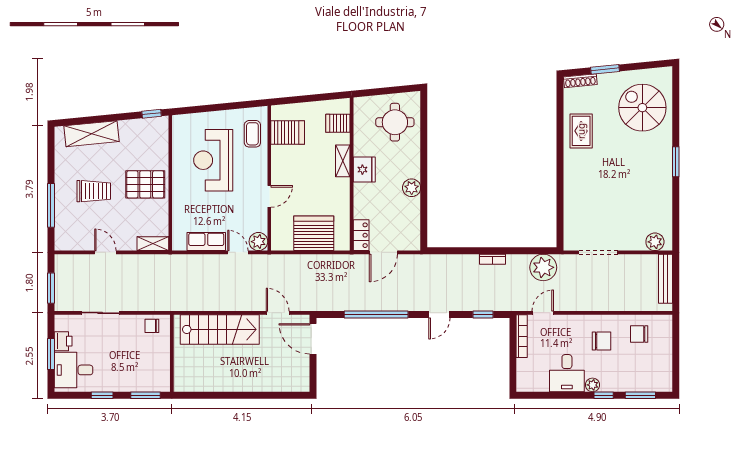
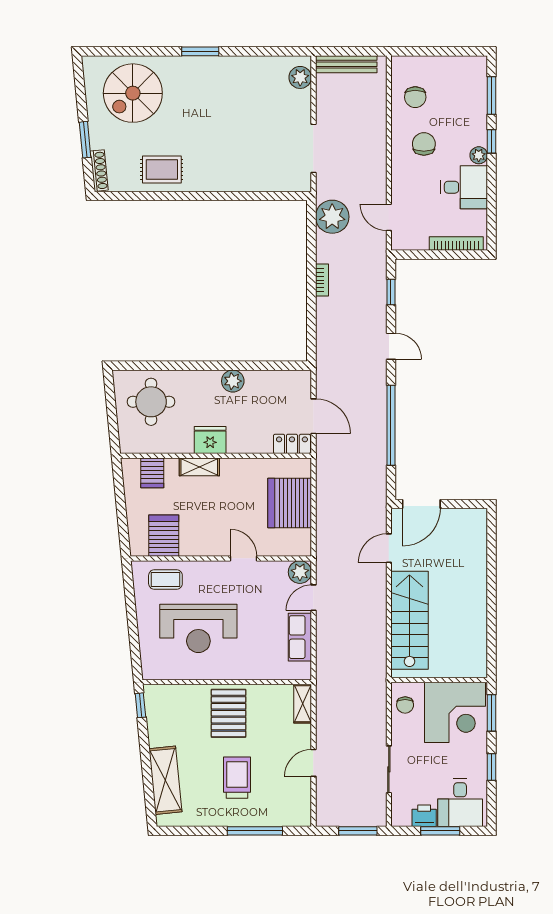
bookcase: (522, 336) -> (456, 244), moved
corner desk: (146, 366) -> (455, 712), added

